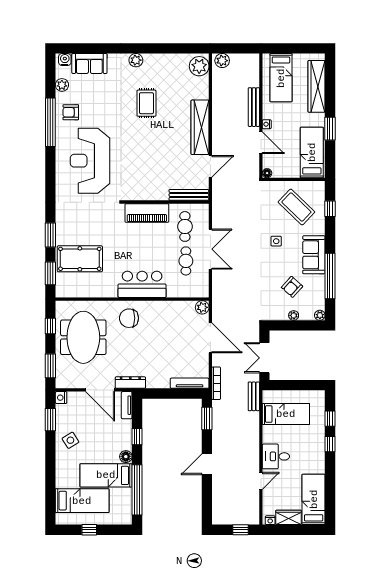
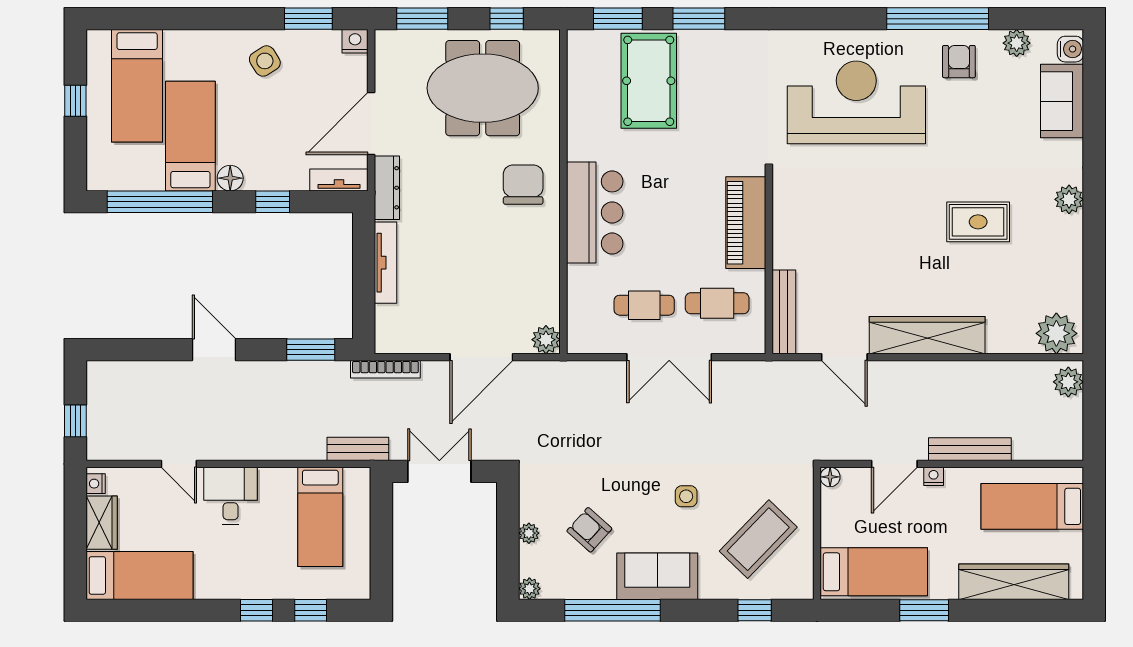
tv unit: (190, 383) -> (385, 263), moved

